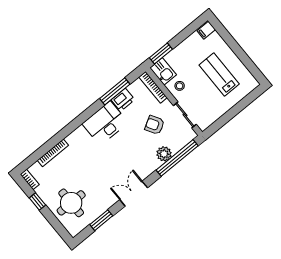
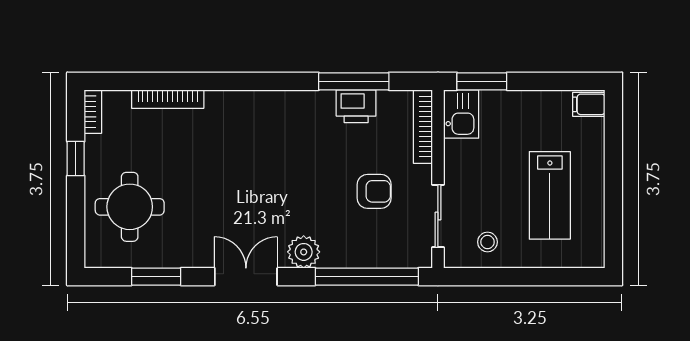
lab bench: (219, 74) -> (550, 195), turned 180
stool: (180, 86) -> (487, 242), moved
desk: (105, 123) -> (294, 121), removed
armchair: (155, 125) -> (374, 191), turned 120
plant: (164, 154) -> (304, 252), moved

